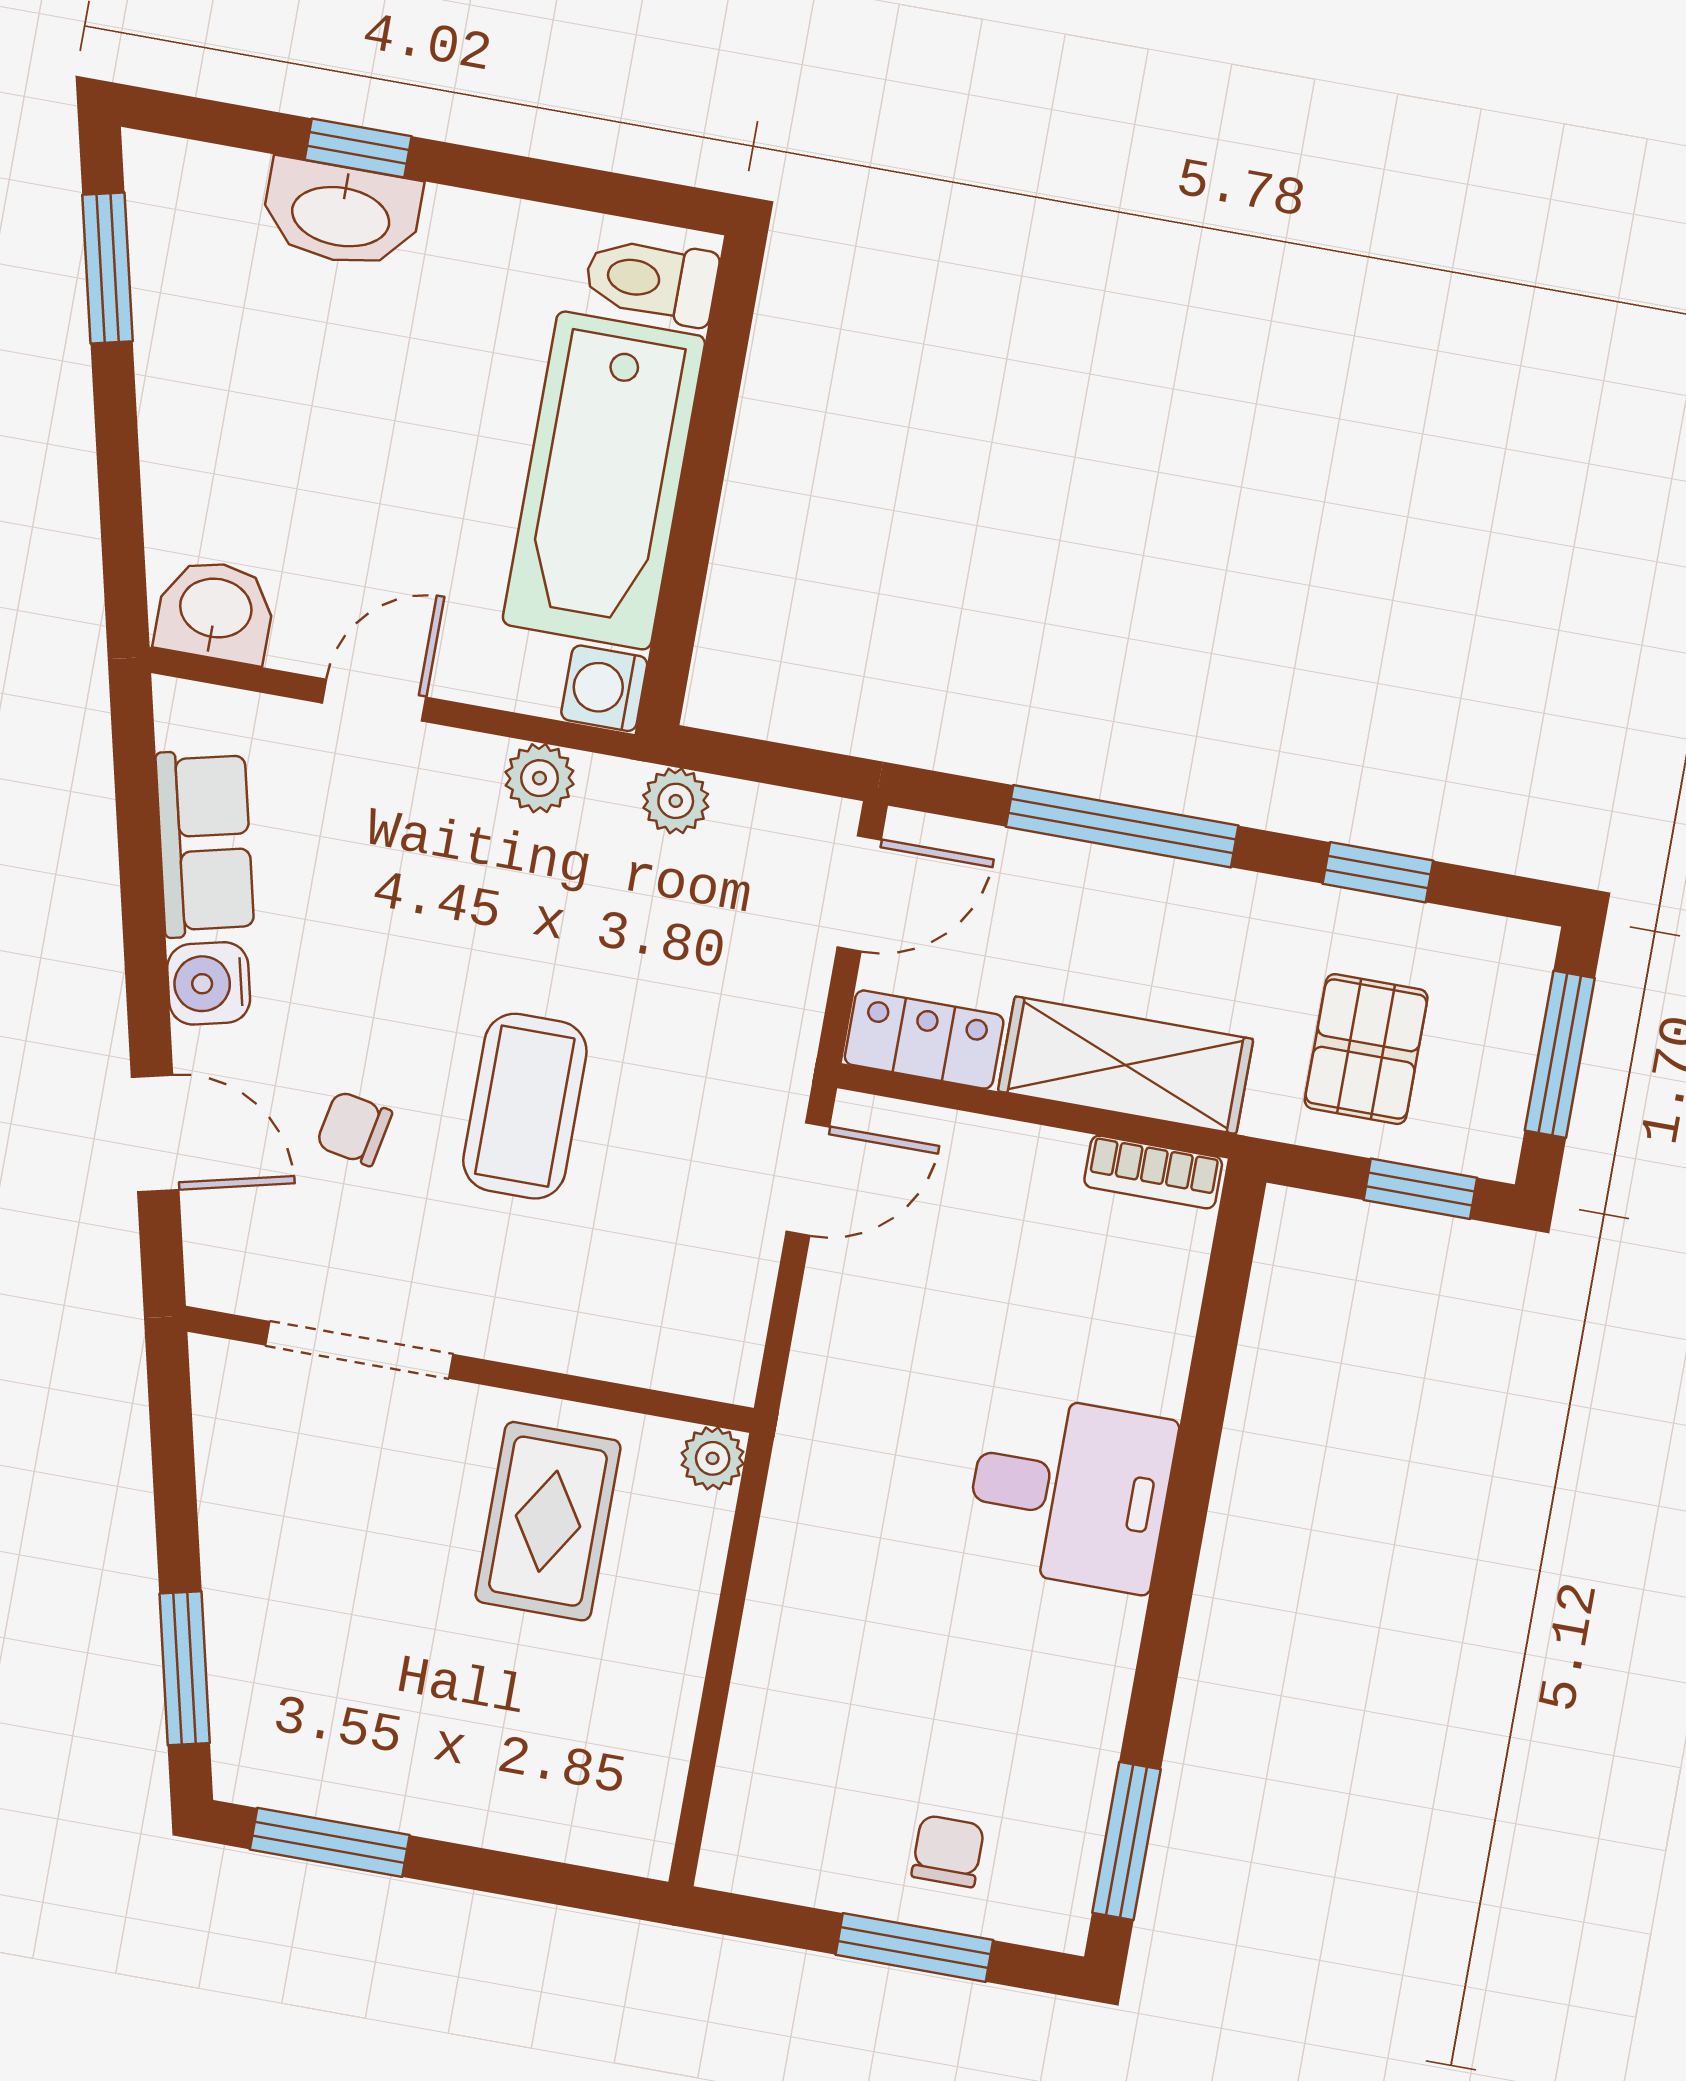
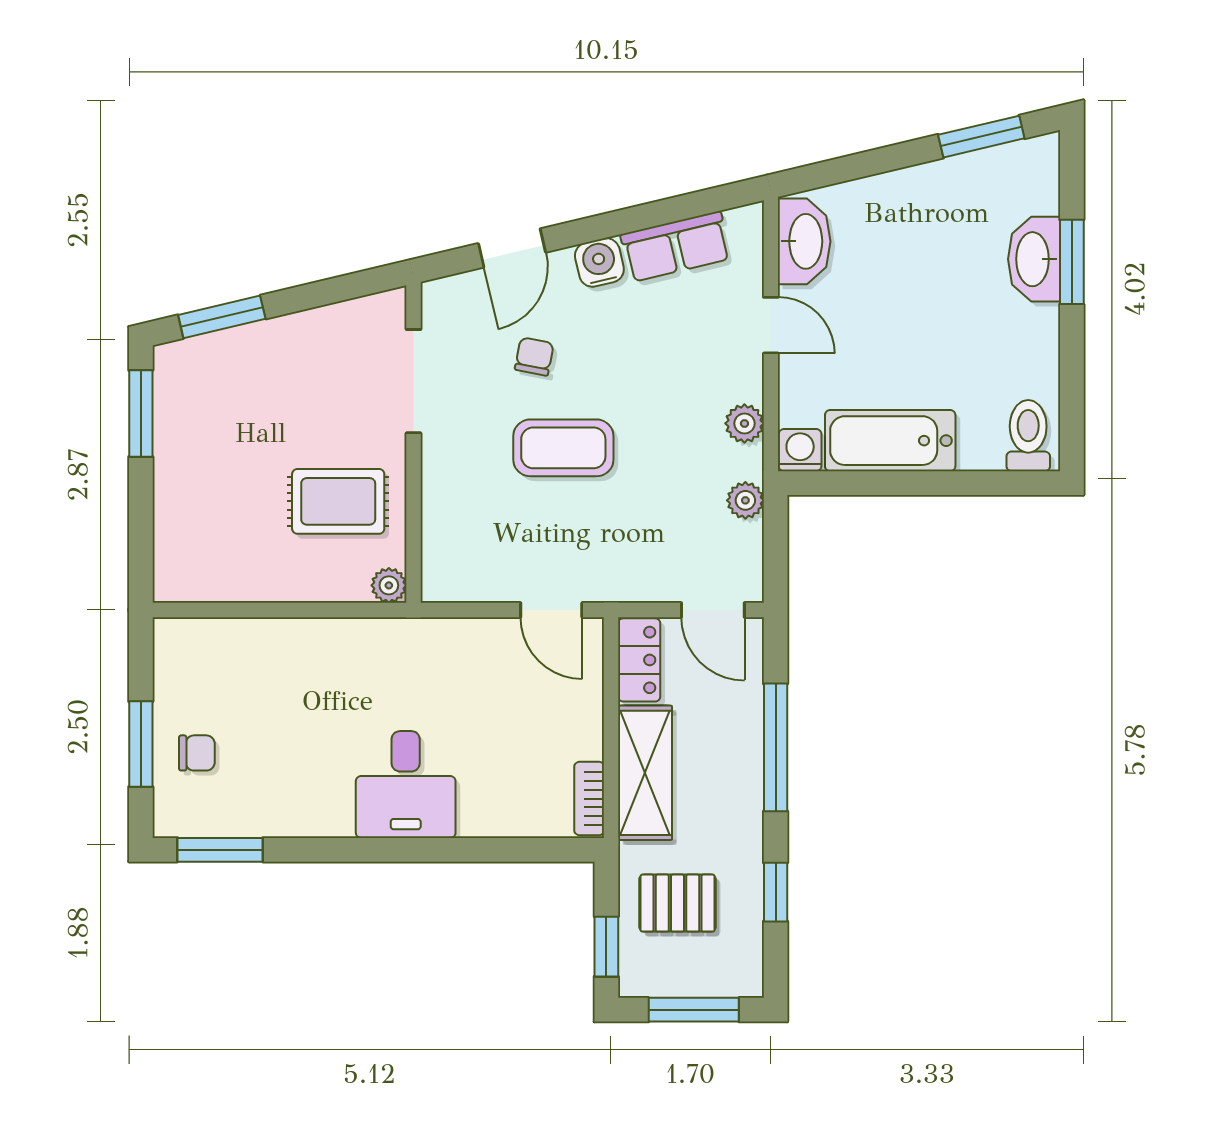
window: (358, 148) -> (1072, 262), width x1.50
bathtub: (604, 480) -> (890, 441), width x0.73, depth x0.73
washbasin: (215, 611) -> (804, 241), width x1.38

